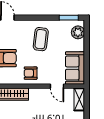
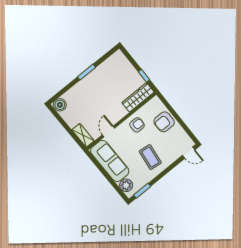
sofa: (75, 68) -> (110, 161), width x1.36
door: (57, 86) -> (109, 131), hinge flipped

